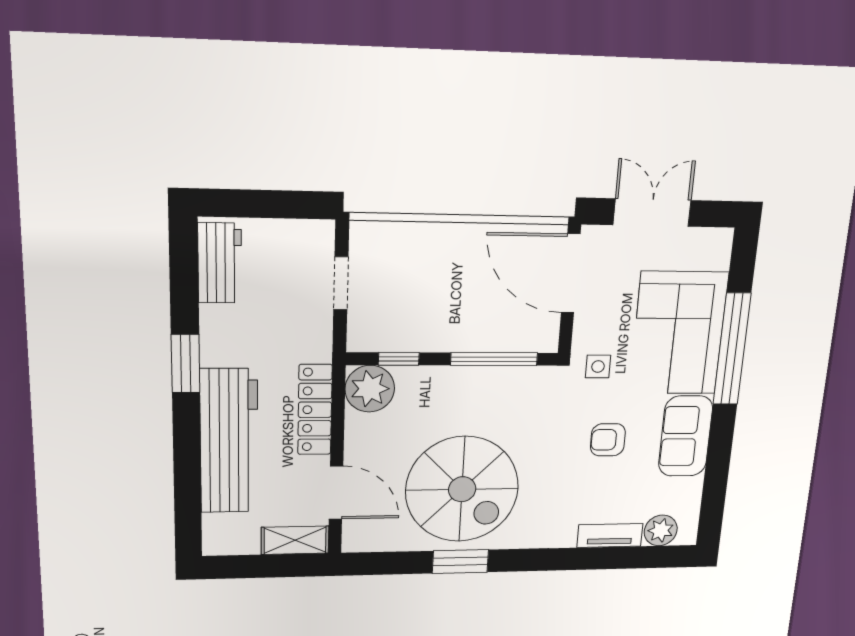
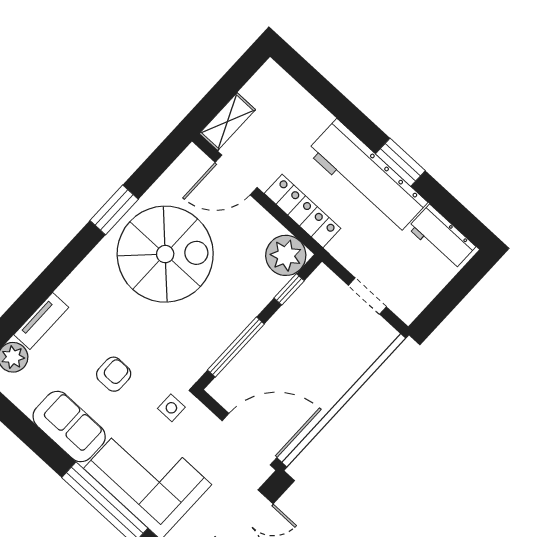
workbench: (229, 441) -> (367, 177), moved
spiral stairs: (462, 489) -> (165, 254), turned 180

